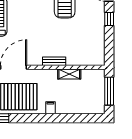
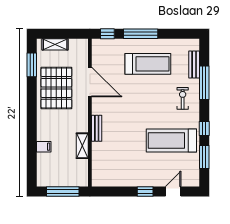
filing cabinet: (50, 108) -> (44, 147), moved

